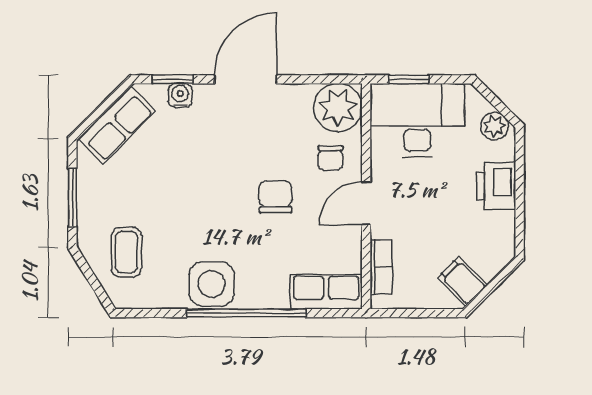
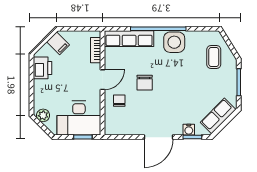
plant: (338, 108) -> (116, 124), removed
printer: (496, 186) -> (42, 68), moved
row of seats: (326, 292) -> (129, 39), width x1.48

